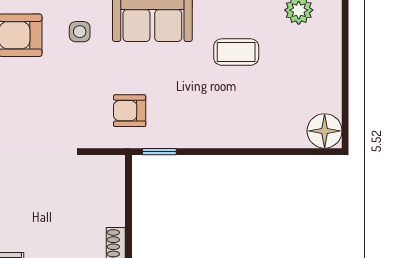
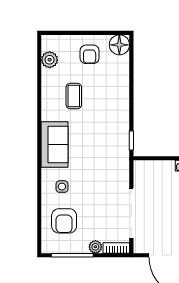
armchair: (130, 111) -> (90, 54), moved

